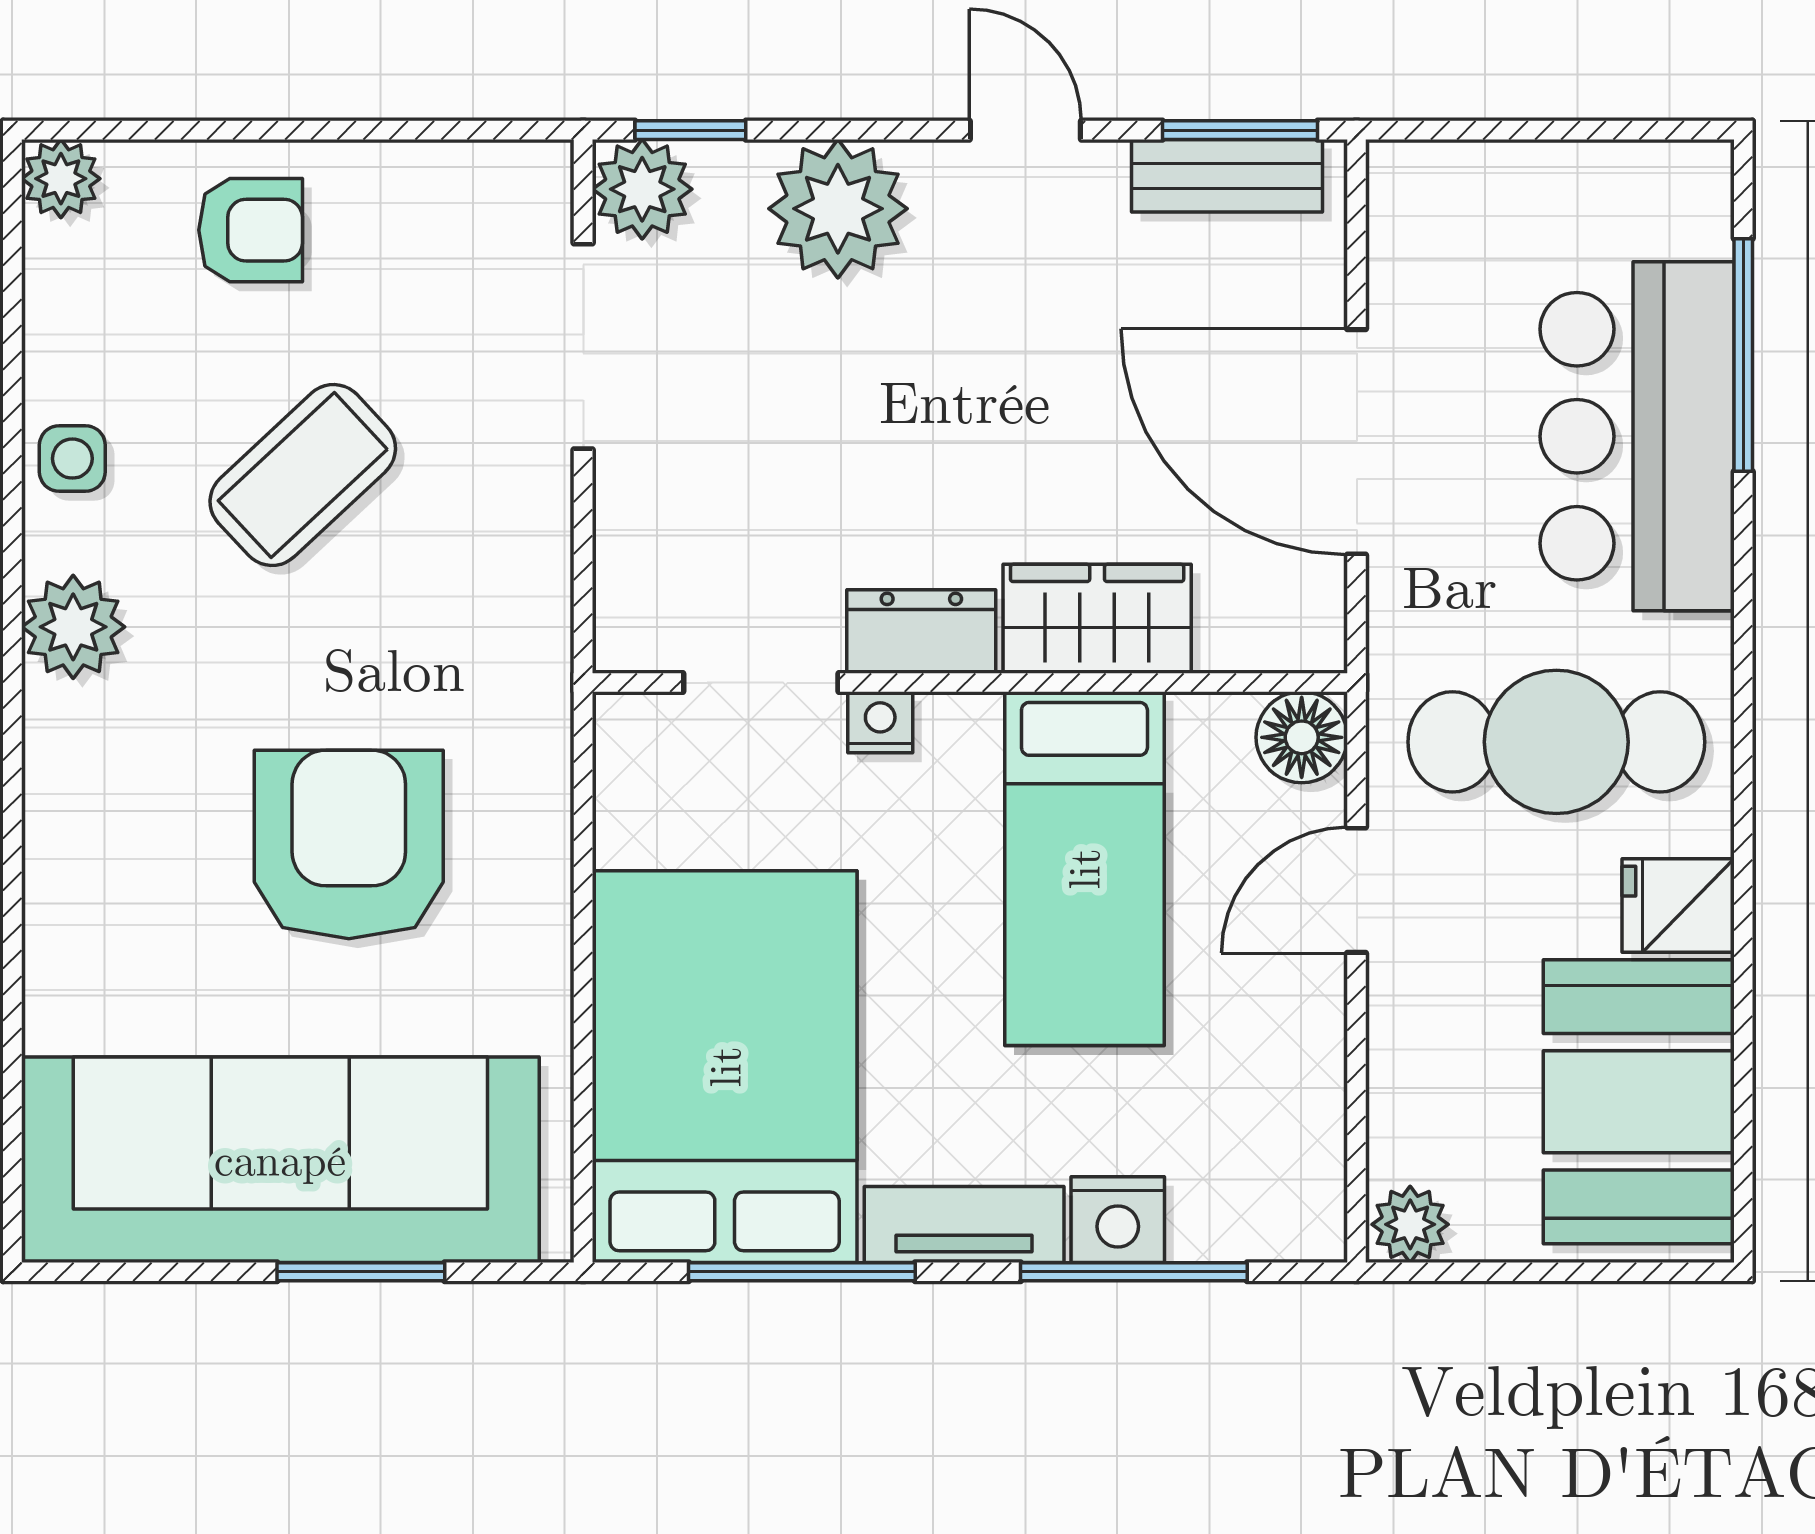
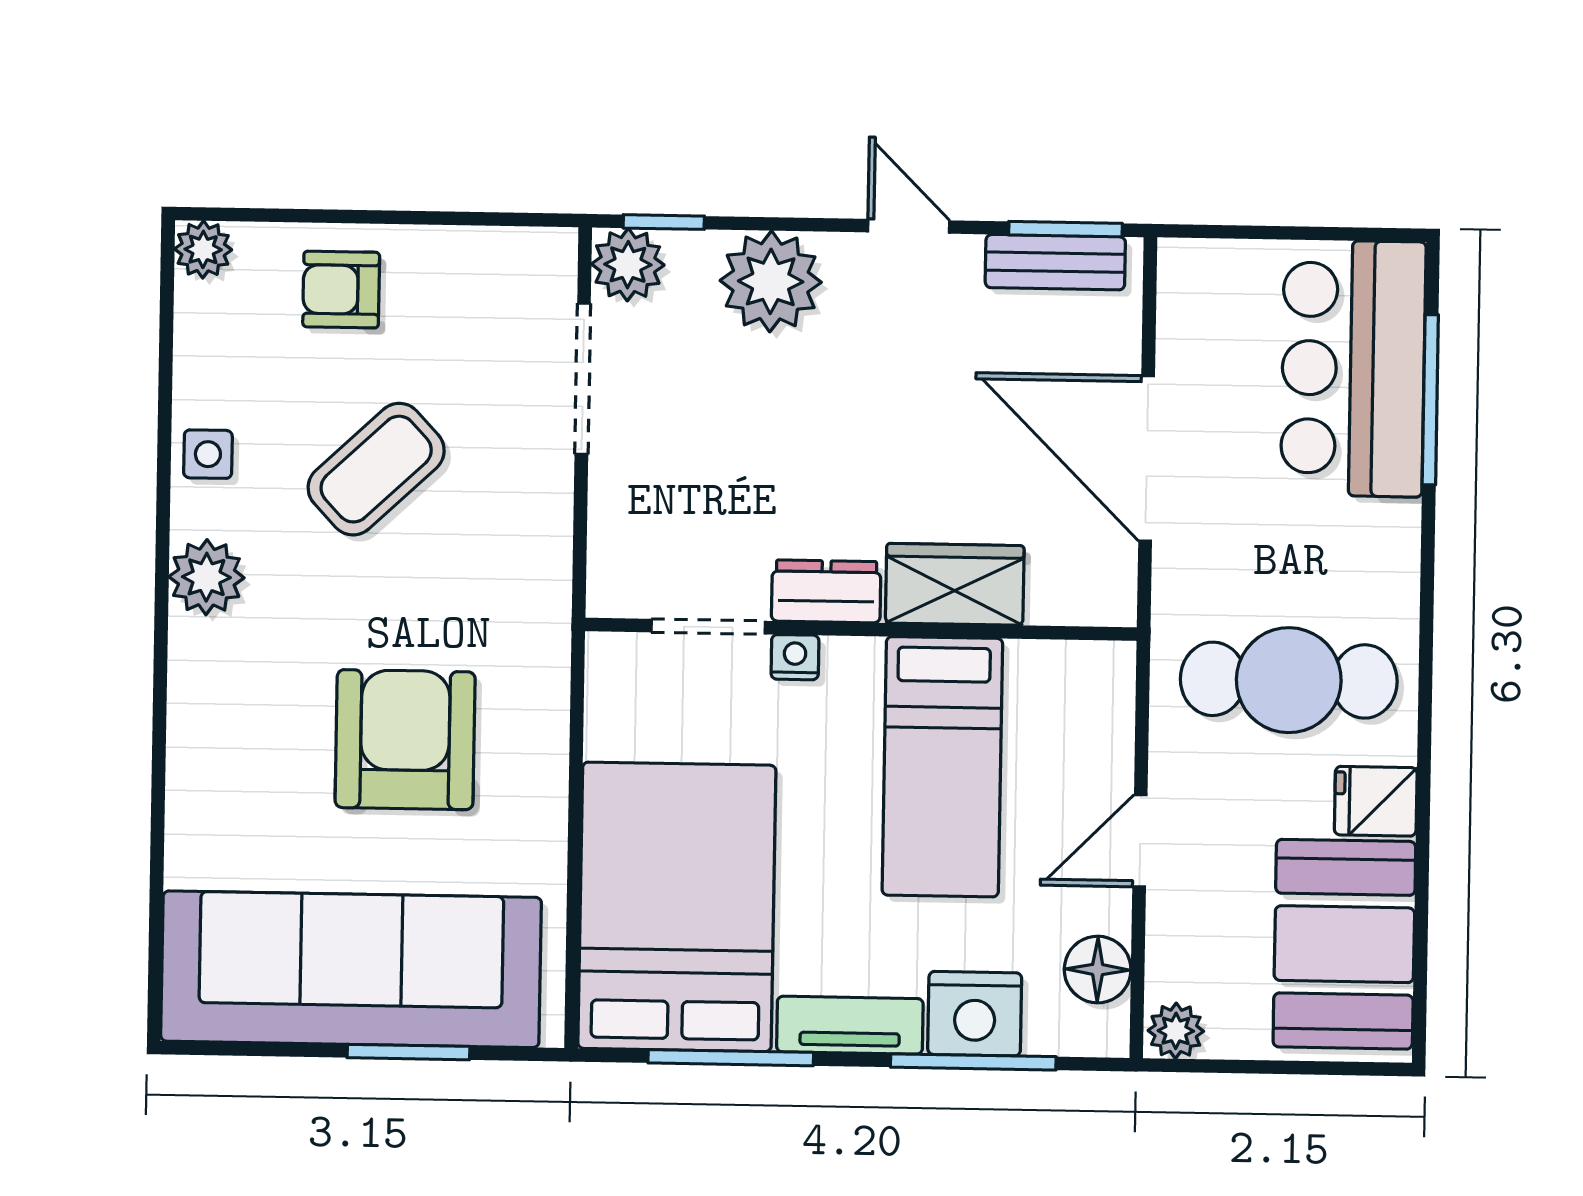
armchair: (251, 230) -> (341, 290), turned 180
bar counter: (1637, 436) -> (1353, 368), moved
floor lamp: (1302, 737) -> (1098, 970), moved
door: (1357, 890) -> (1140, 841), moved
nightstand: (1118, 1220) -> (975, 1014), width x1.36, depth x1.33

